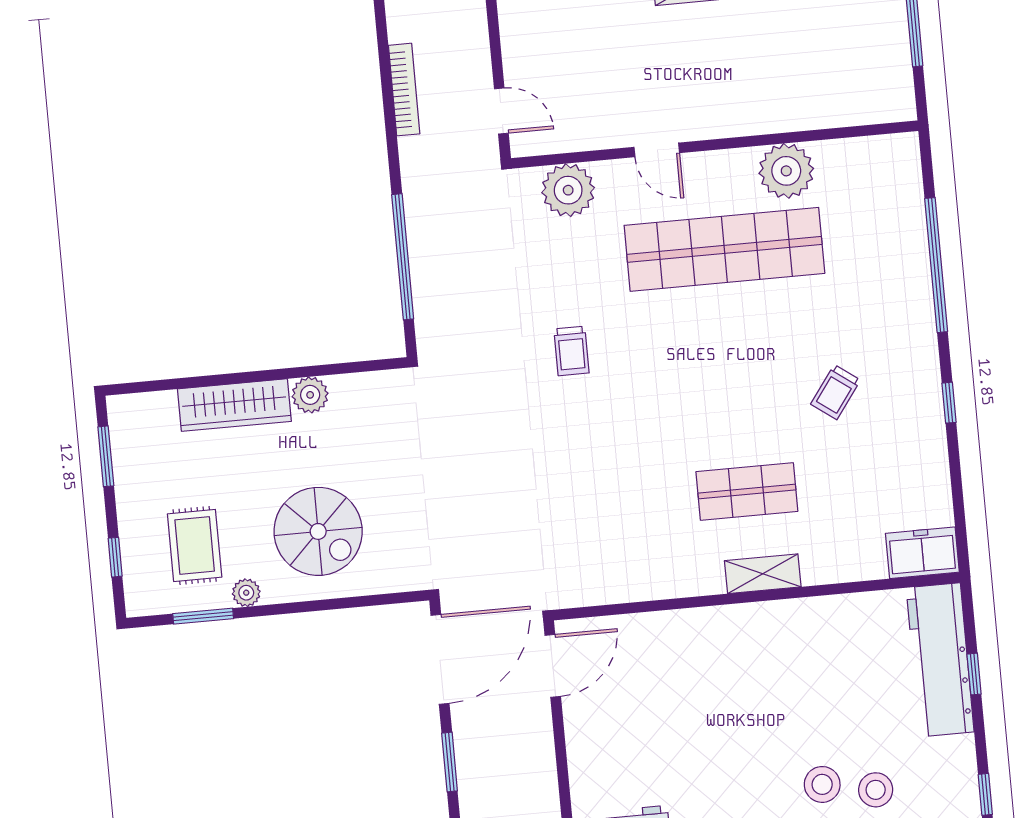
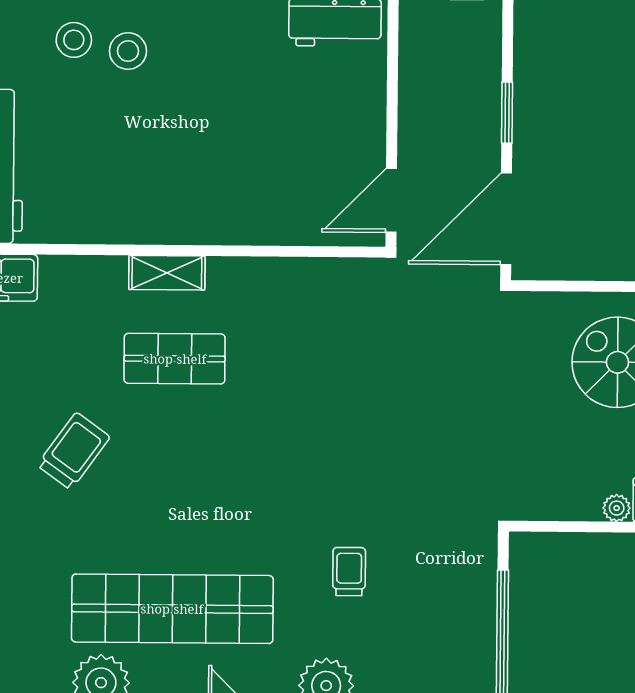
trolley: (572, 351) -> (349, 572), moved
trolley: (836, 392) -> (74, 451), width x1.36, depth x1.39
plant: (310, 395) -> (617, 508), width x0.73, depth x0.73

